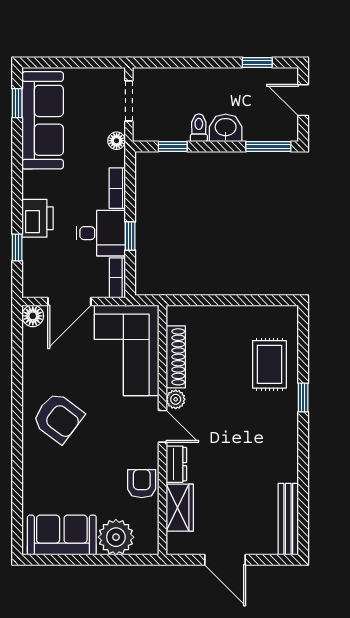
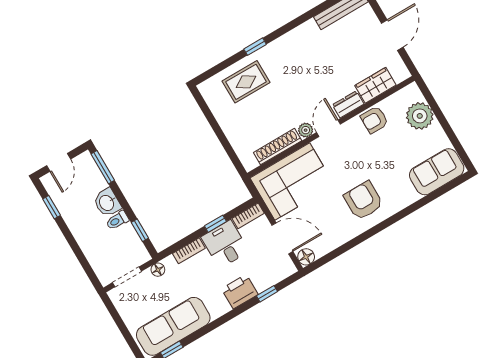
armchair: (58, 418) -> (363, 201), turned -37
sofa: (62, 535) -> (437, 172), moved, turned 90

